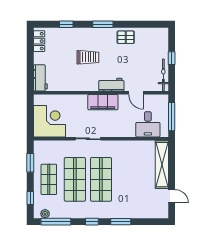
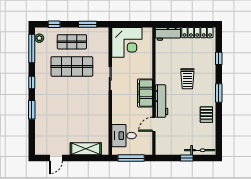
locker: (39, 41) -> (197, 33), width x1.53
bicycle: (163, 75) -> (200, 150), moved
workbench: (111, 85) -> (162, 101), width x1.38
shelving: (162, 165) -> (86, 149), width x0.68
shop shelf: (101, 179) -> (72, 91), removed

